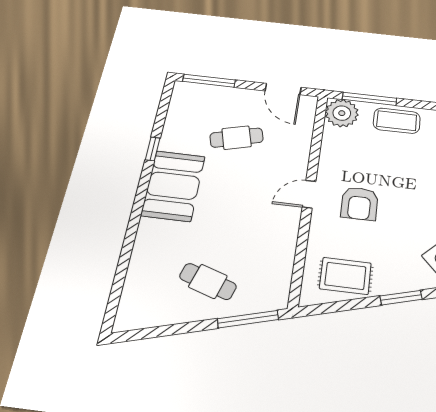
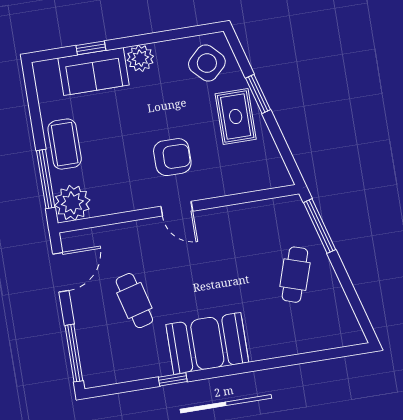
rug: (345, 276) -> (236, 116), moved

